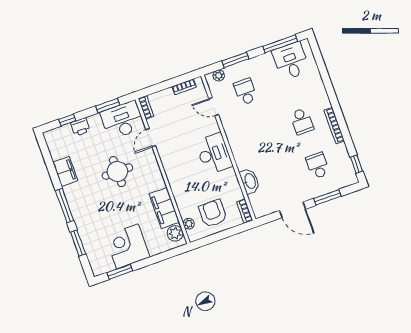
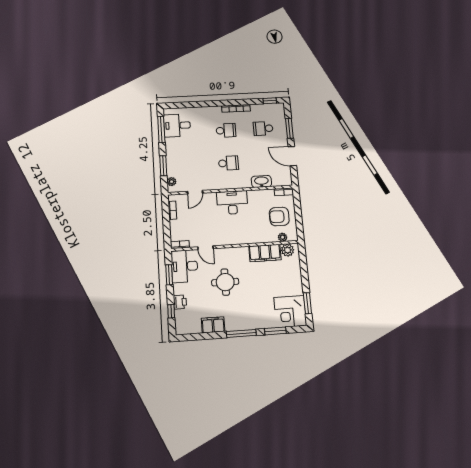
school desk: (245, 92) -> (228, 163), moved, turned 180
door: (293, 210) -> (292, 156), swing flipped
corner desk: (127, 246) -> (290, 311), moved

